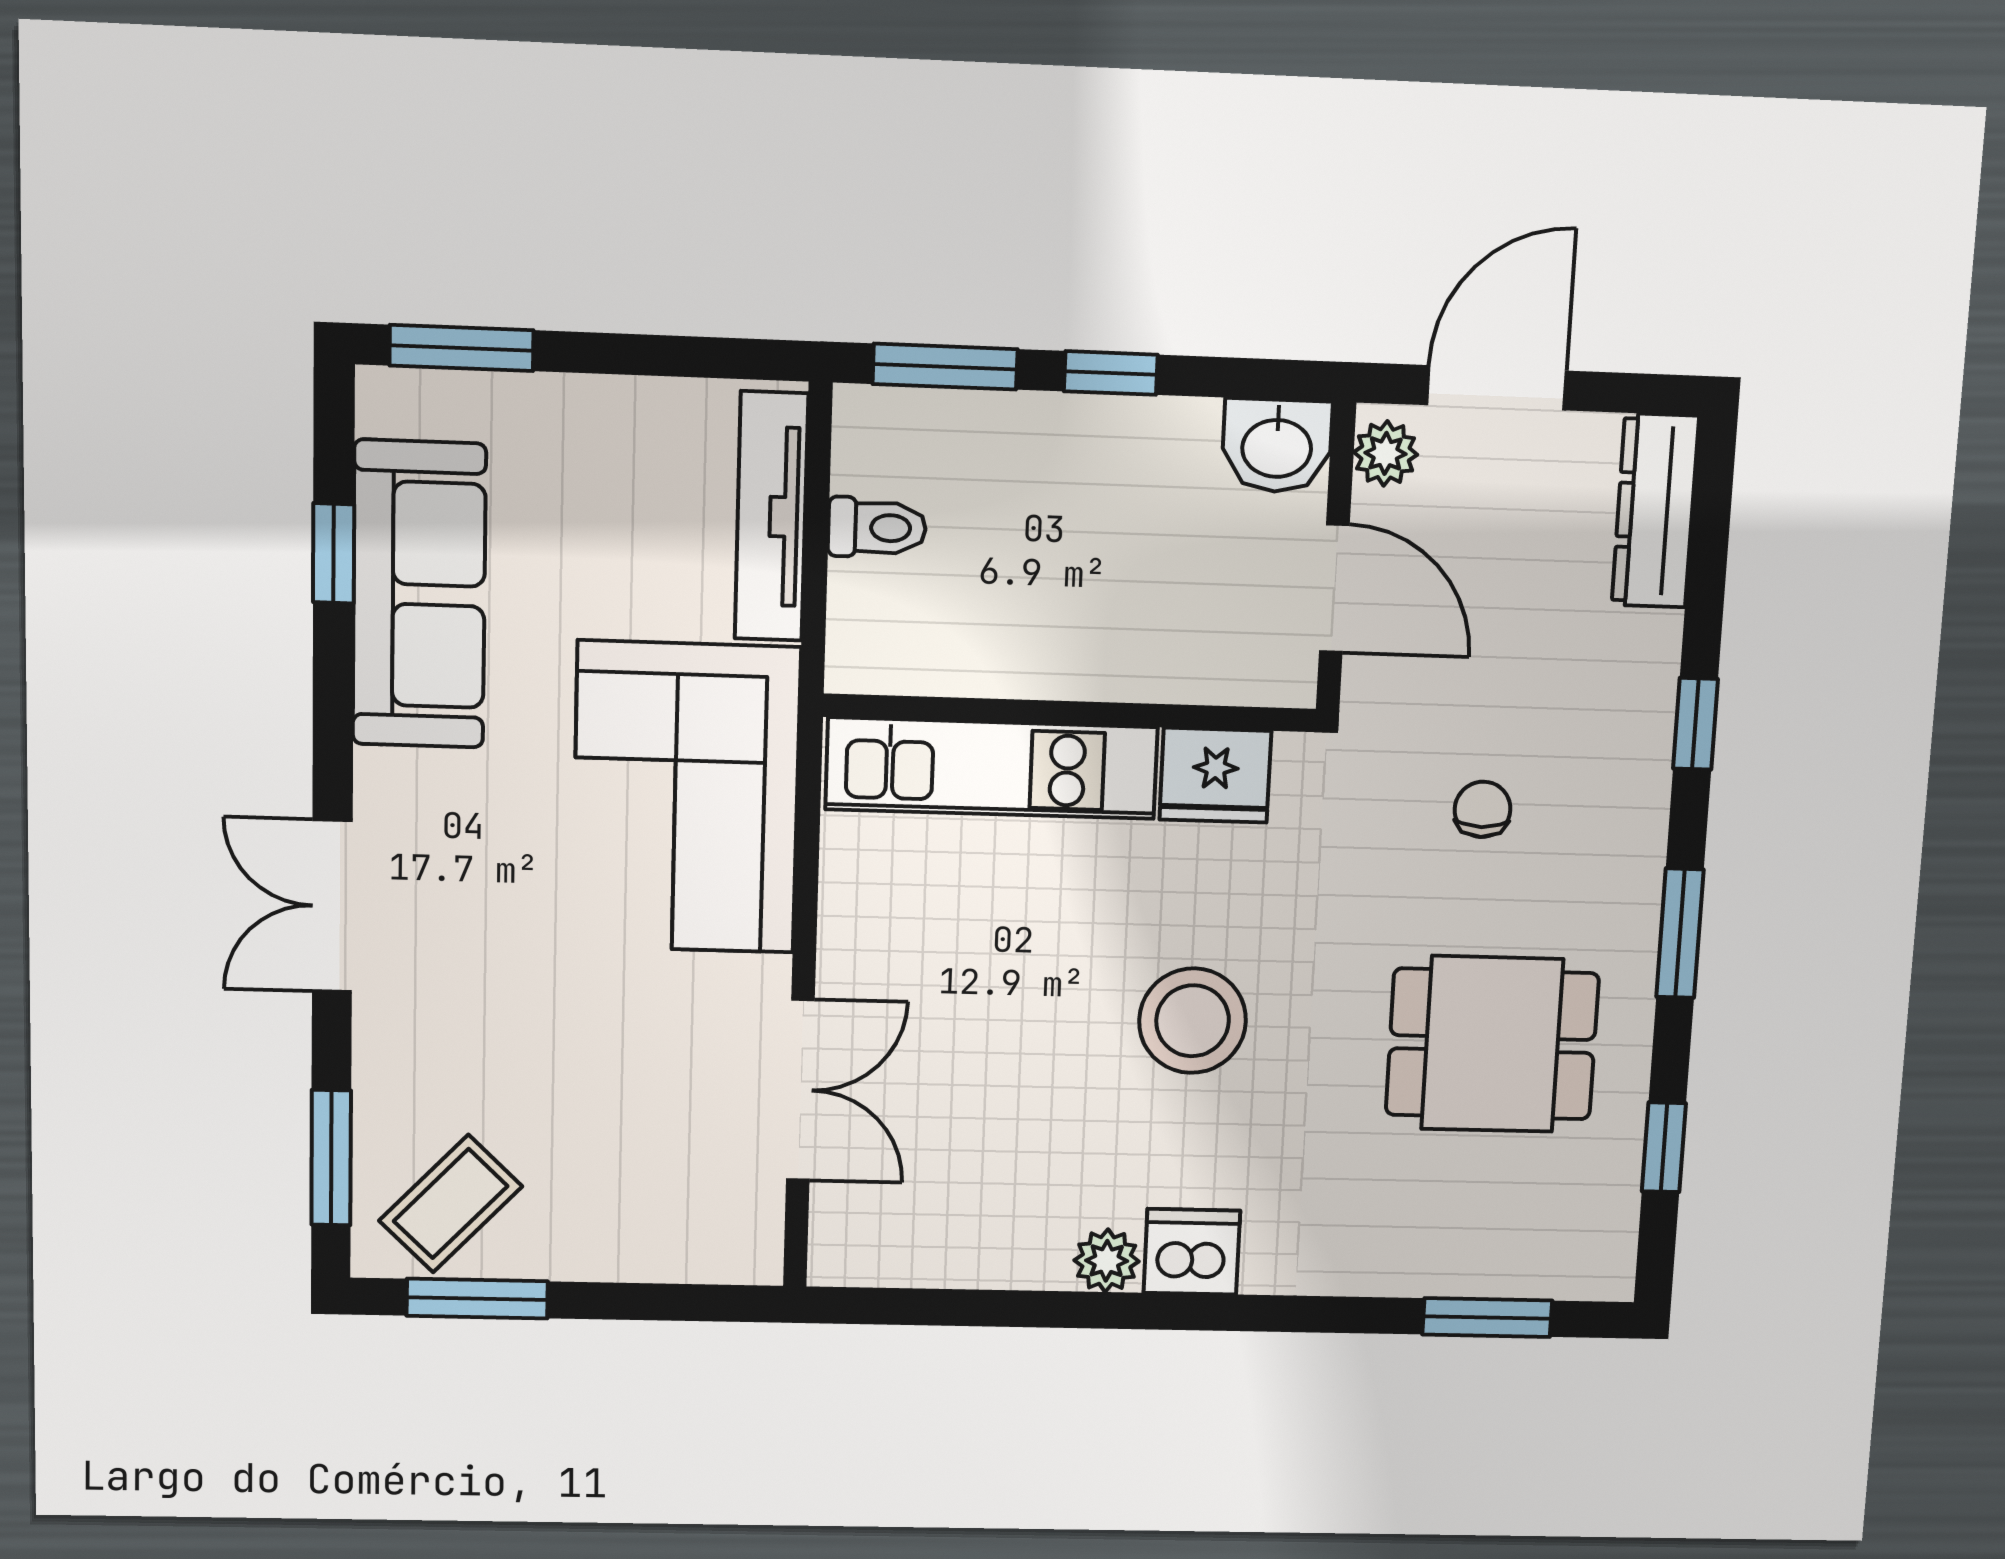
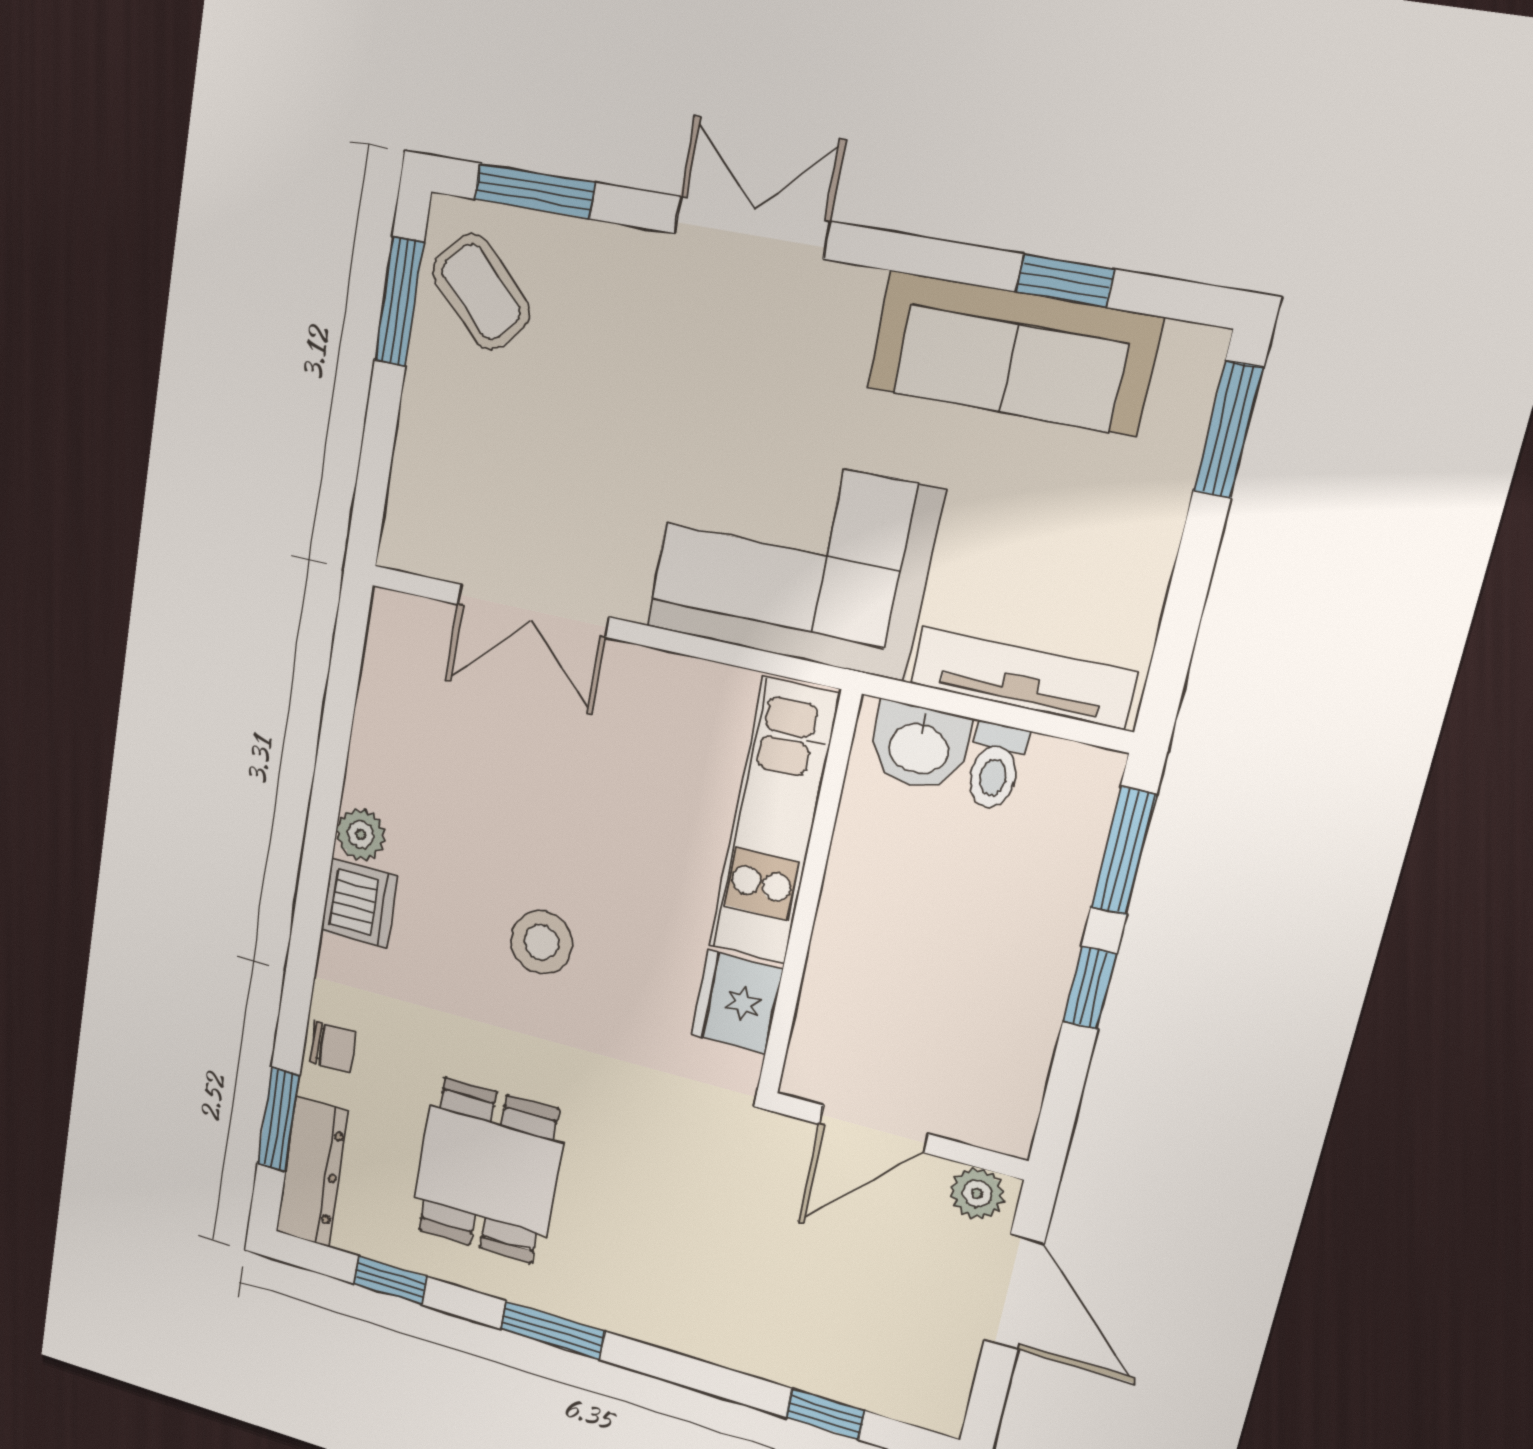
washbasin: (1277, 446) -> (919, 747), moved, turned -90
dresser: (1655, 511) -> (312, 1172), moved, turned 90
window: (1695, 724) -> (825, 1414), moved
chair: (1482, 809) -> (333, 1047), moved
stool: (1193, 1021) -> (541, 942), width x0.73, depth x0.73

